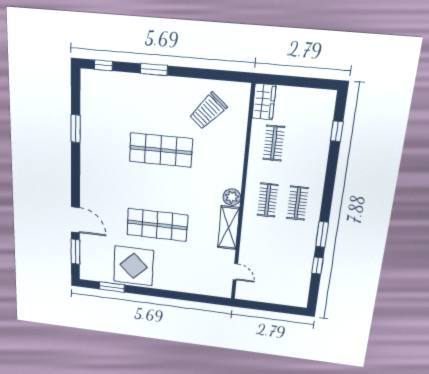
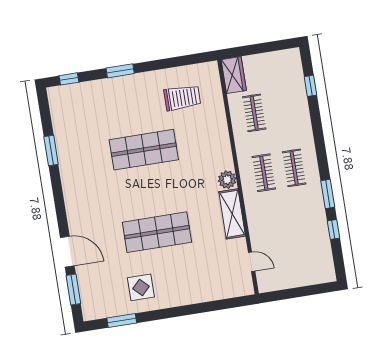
trolley: (208, 111) -> (182, 98), turned -131
display table: (134, 266) -> (141, 287), width x0.54, depth x0.54

